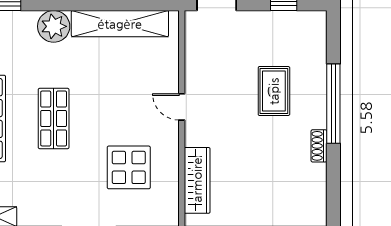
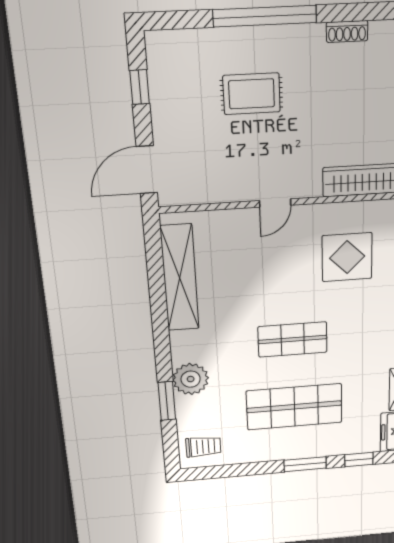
plant: (54, 26) -> (191, 379), moved
shoe rack: (319, 146) -> (347, 31), moved

